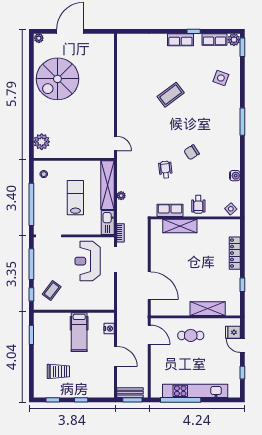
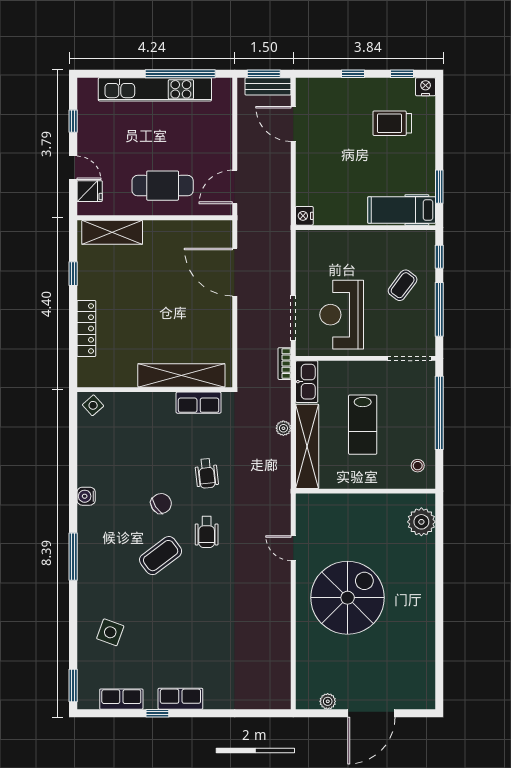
plant: (39, 38) -> (328, 701), moved
plant: (234, 40) -> (88, 699), removed
spiral stairs: (57, 79) -> (348, 598), moved
coffee table: (171, 95) -> (161, 556), moved
door: (115, 143) -> (293, 548), moved
water cooler: (235, 176) -> (86, 496), moved
wheelchair: (198, 204) -> (207, 532), moved, turned 180
shelving: (180, 226) -> (181, 375), width x1.47
reception desk: (88, 261) -> (342, 315), turned 180
coffee table: (52, 291) -> (403, 285), moved
shelving: (208, 309) -> (112, 232), moved
nightstand: (109, 329) -> (304, 216), moved
hospital bed: (79, 332) -> (402, 210), moved, turned -90
door: (149, 335) -> (235, 187), hinge flipped
cafe table: (191, 335) -> (163, 186), width x1.37, depth x1.35
door: (115, 356) -> (293, 124), moved
nightstand: (39, 392) -> (426, 87), added

